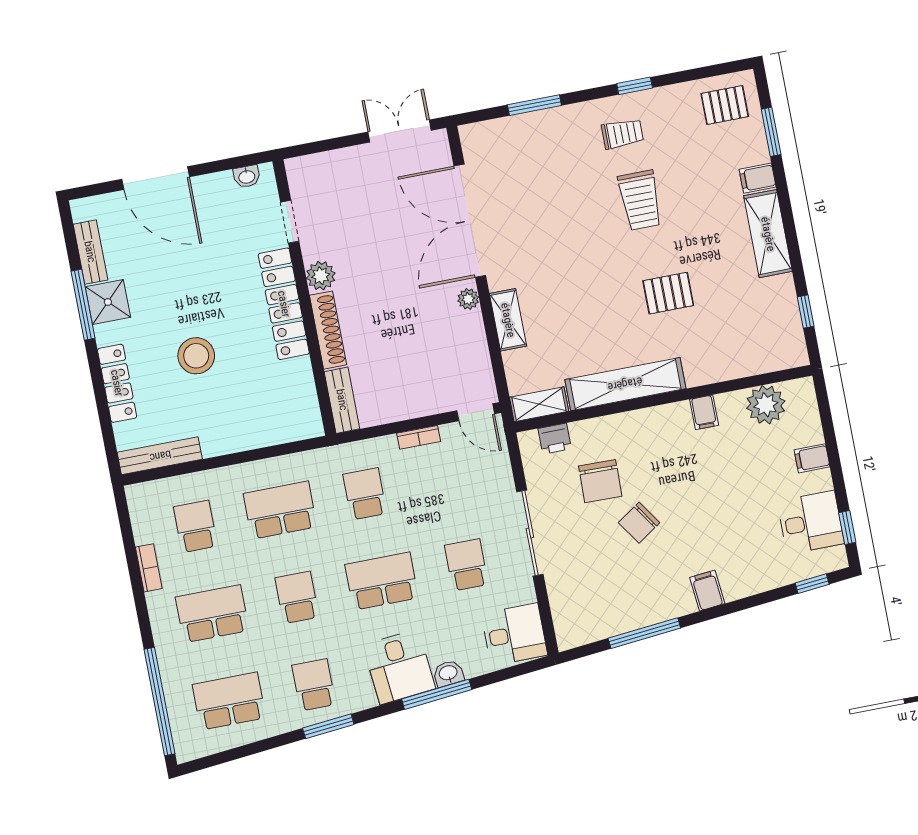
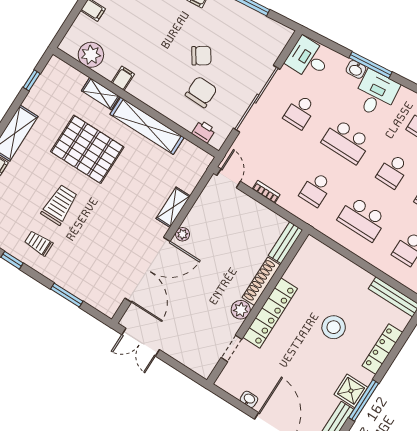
washbasin: (247, 176) -> (249, 399), moved
pallet: (668, 293) -> (87, 149), width x2.05, depth x2.00
shelving: (539, 404) -> (101, 94), moved
sliding door: (530, 533) -> (257, 99), width x1.36

